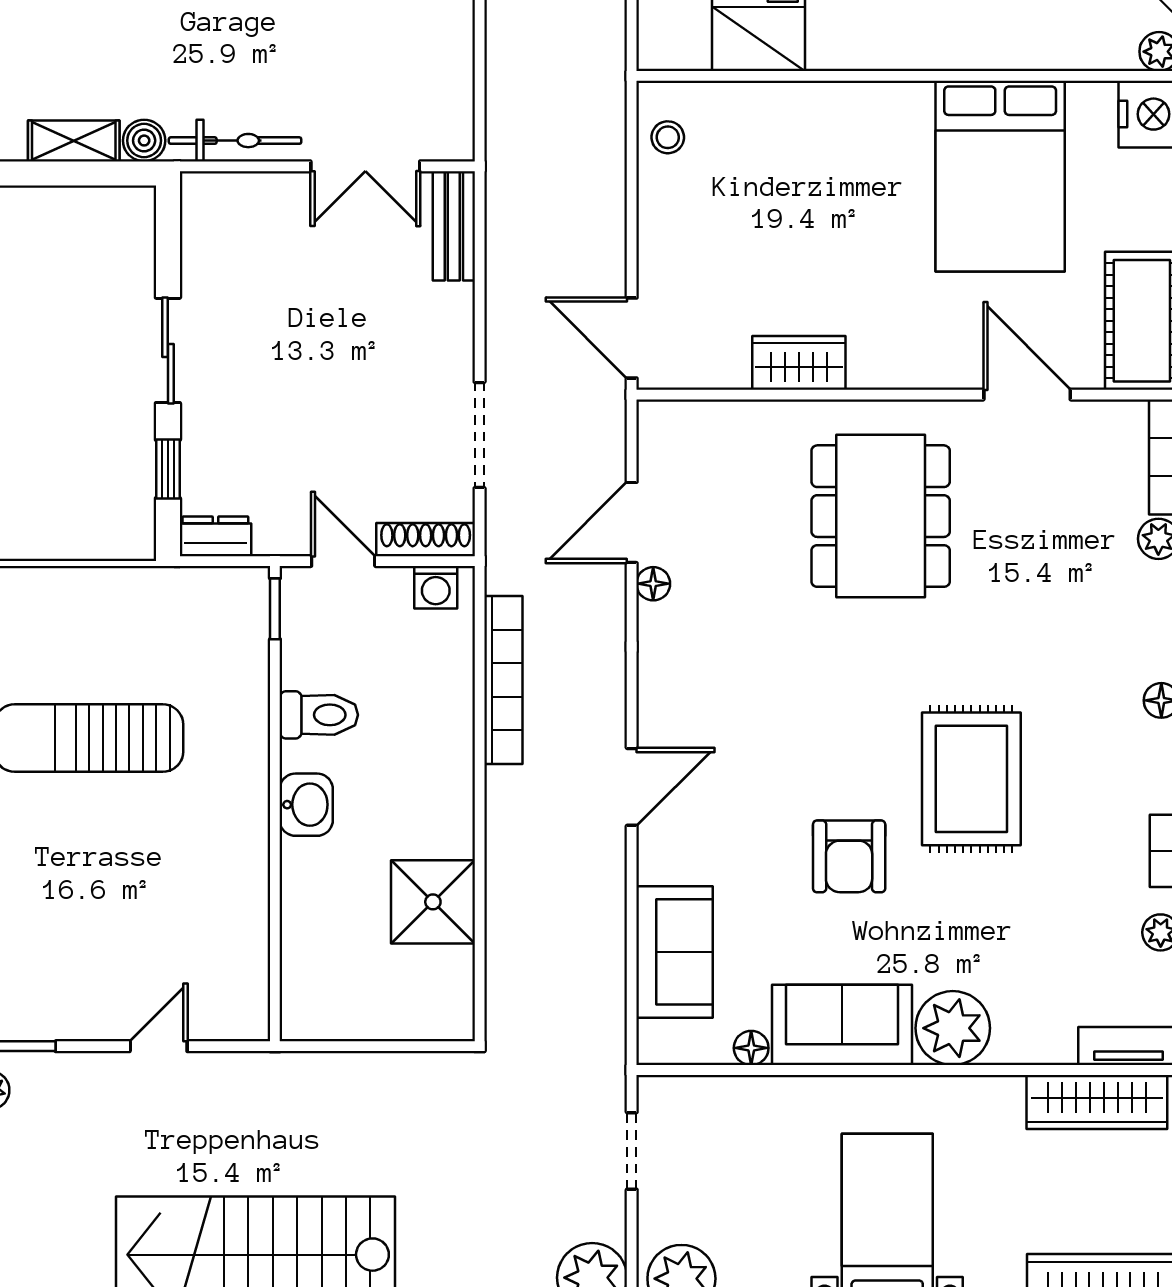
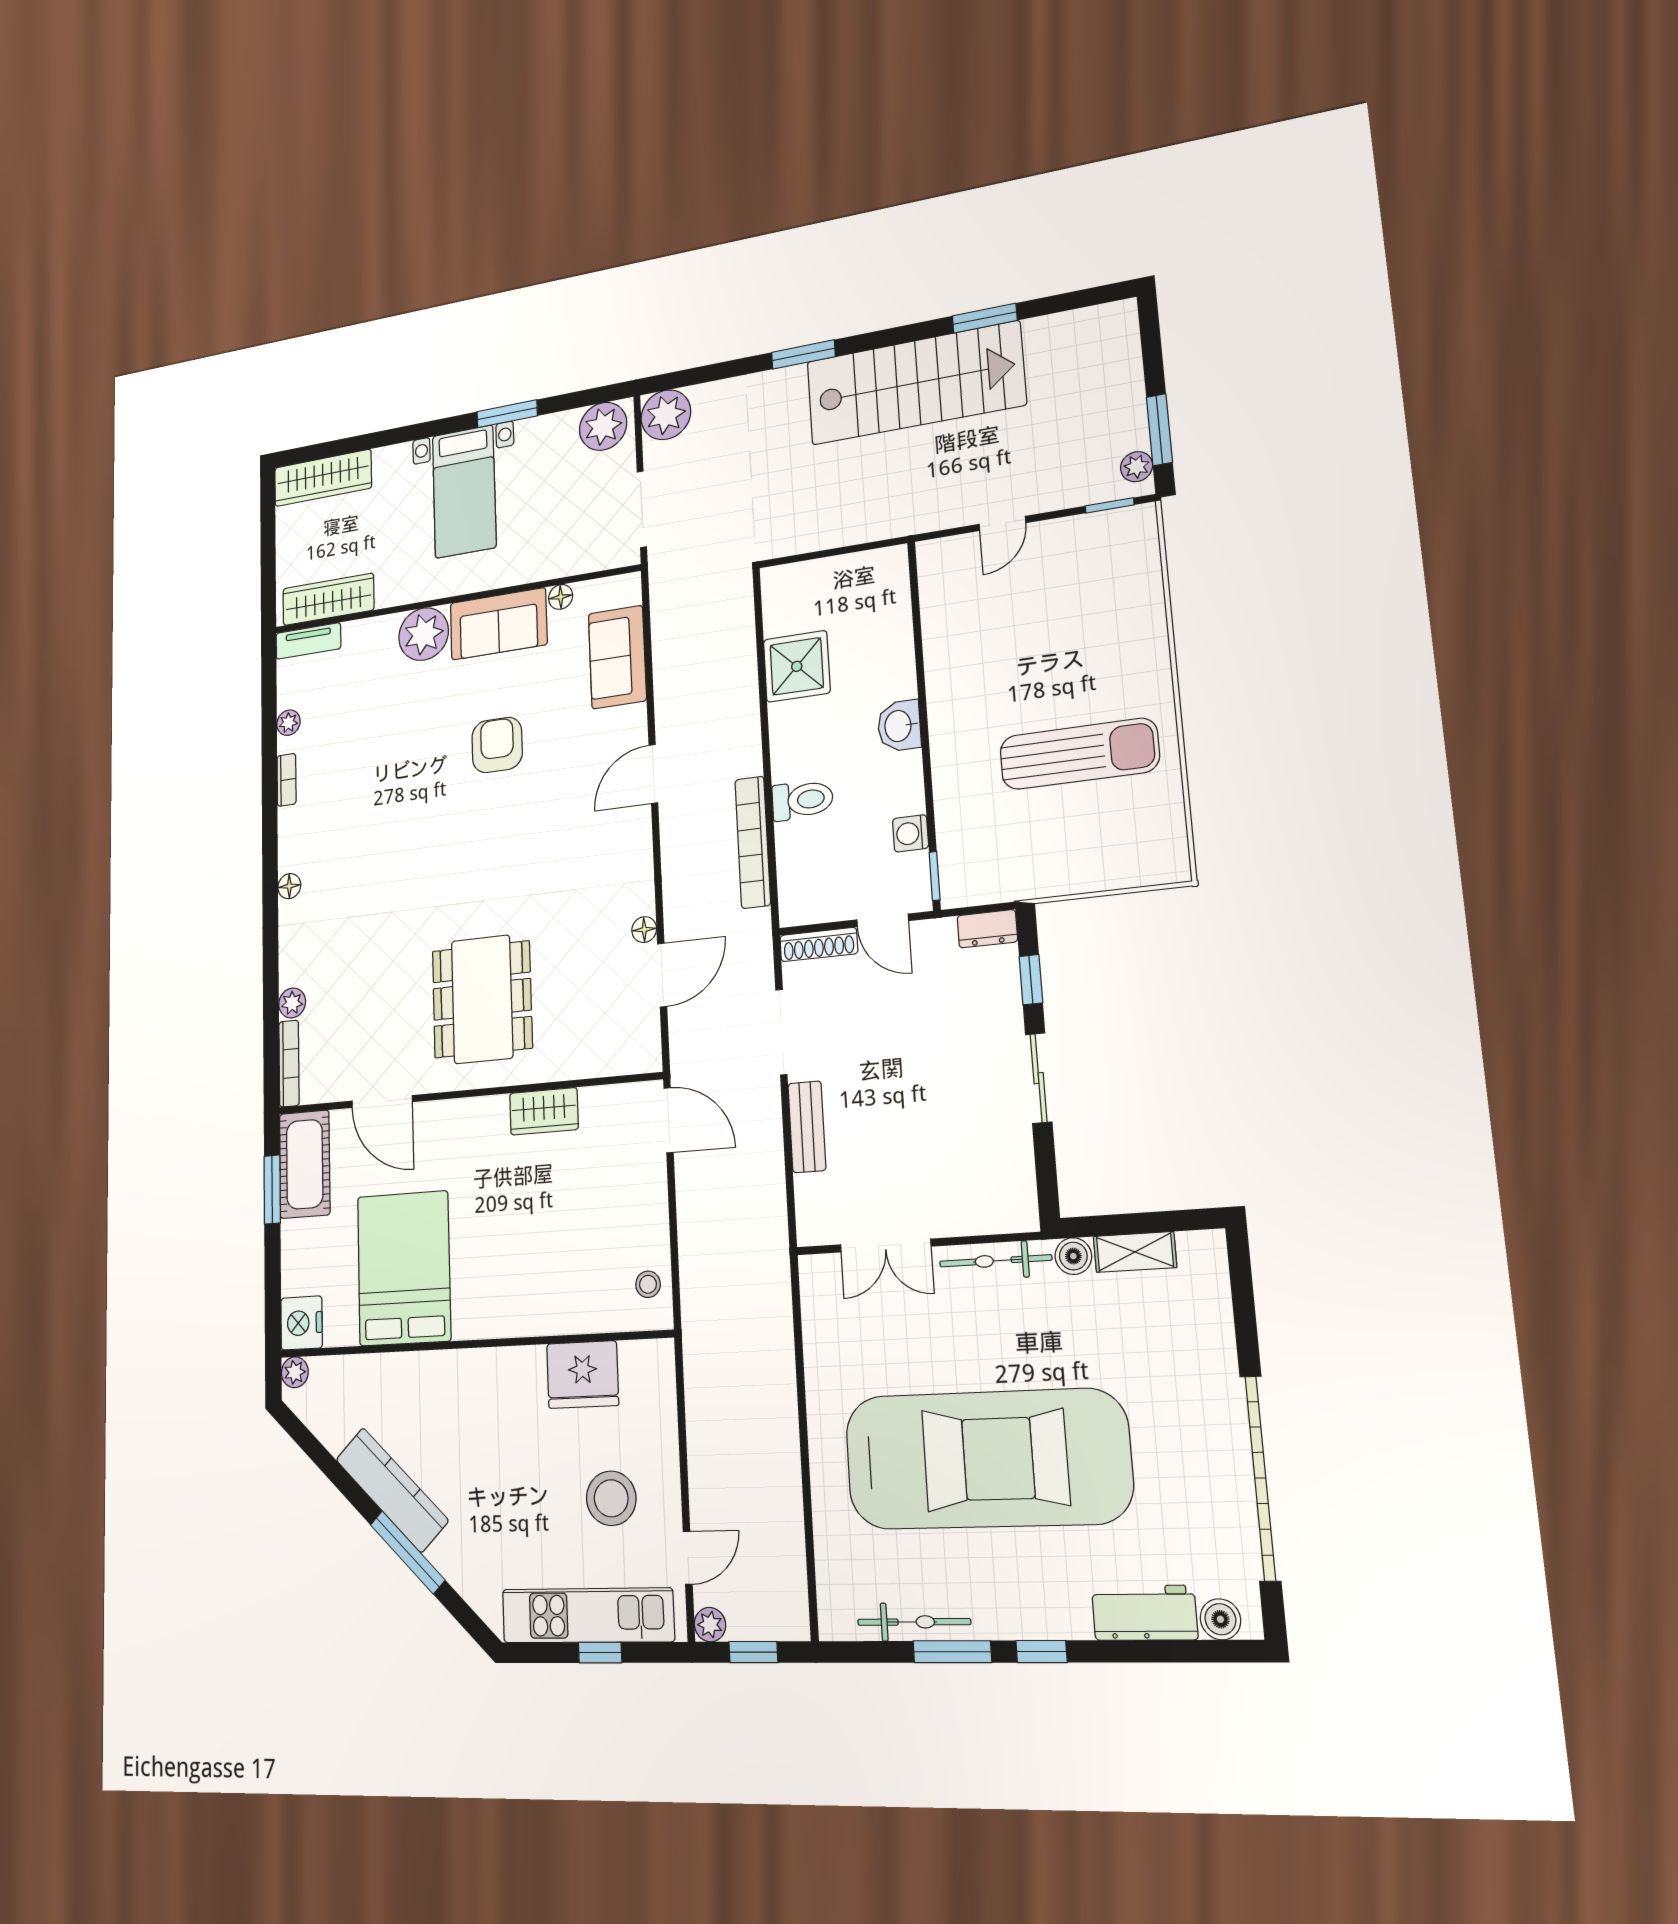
double door: (365, 166) -> (886, 1246), swing flipped
bench: (454, 226) -> (807, 1127), moved
washing machine: (436, 587) -> (911, 833), moved, turned -90
toilet: (319, 715) -> (802, 800), moved, turned 180
rug: (971, 779) -> (415, 813), removed
doorway: (632, 1151) -> (642, 509), width x1.38

